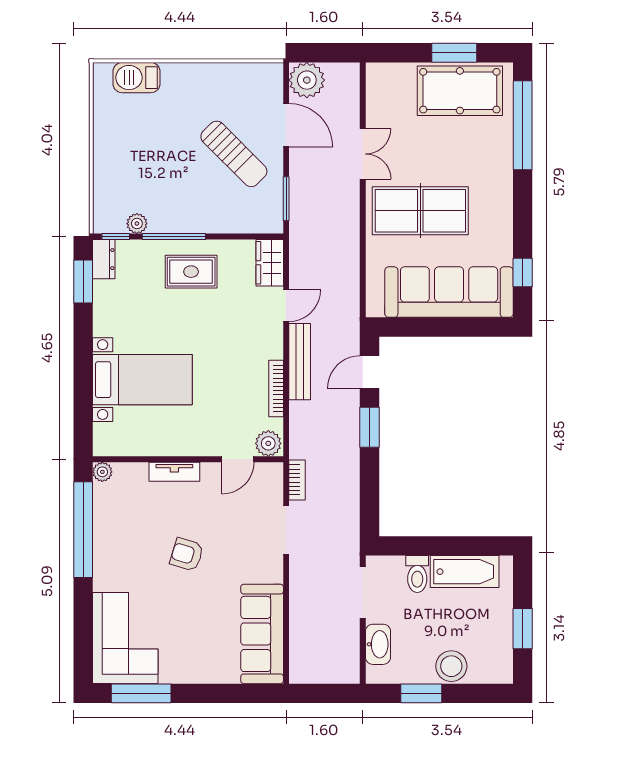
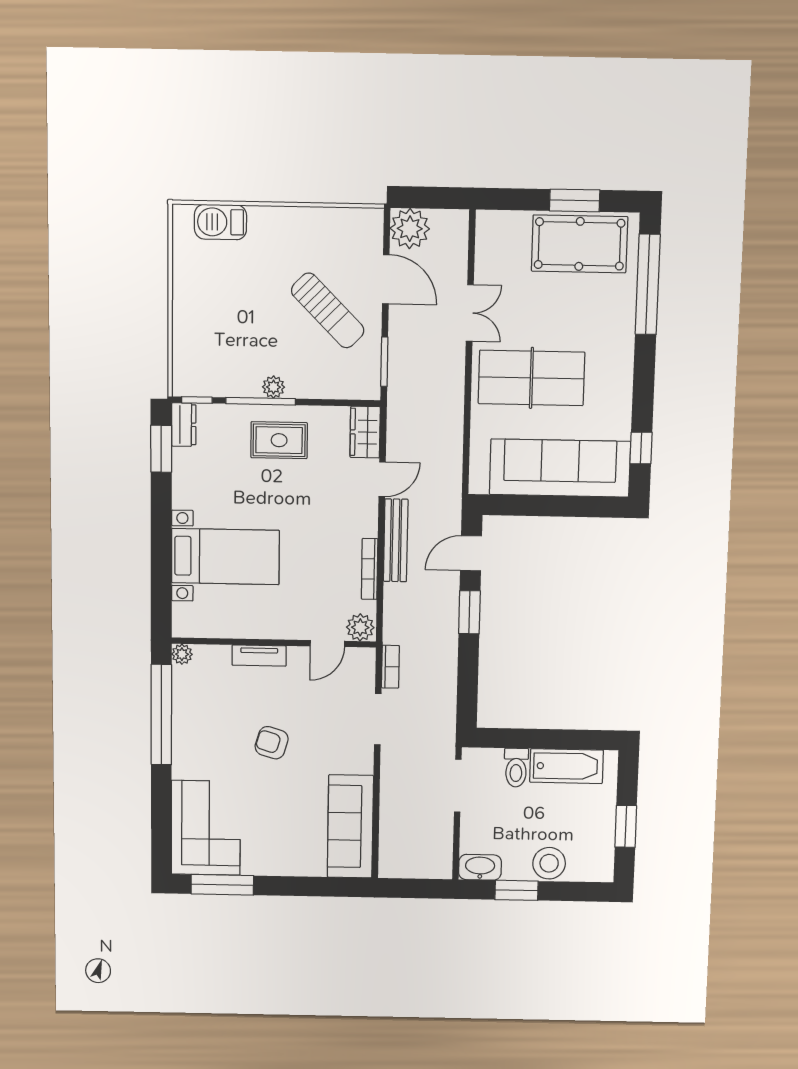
plant: (137, 224) -> (273, 387), moved
washbasin: (378, 644) -> (480, 867), moved, turned -90

